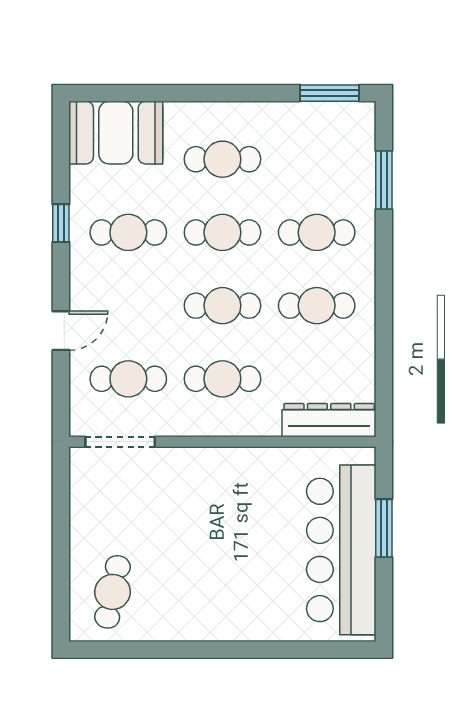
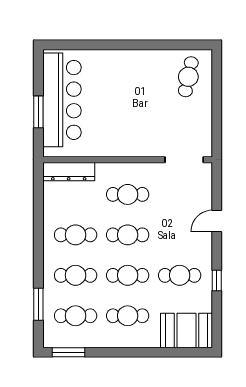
cafe table: (128, 379) -> (76, 316), moved

